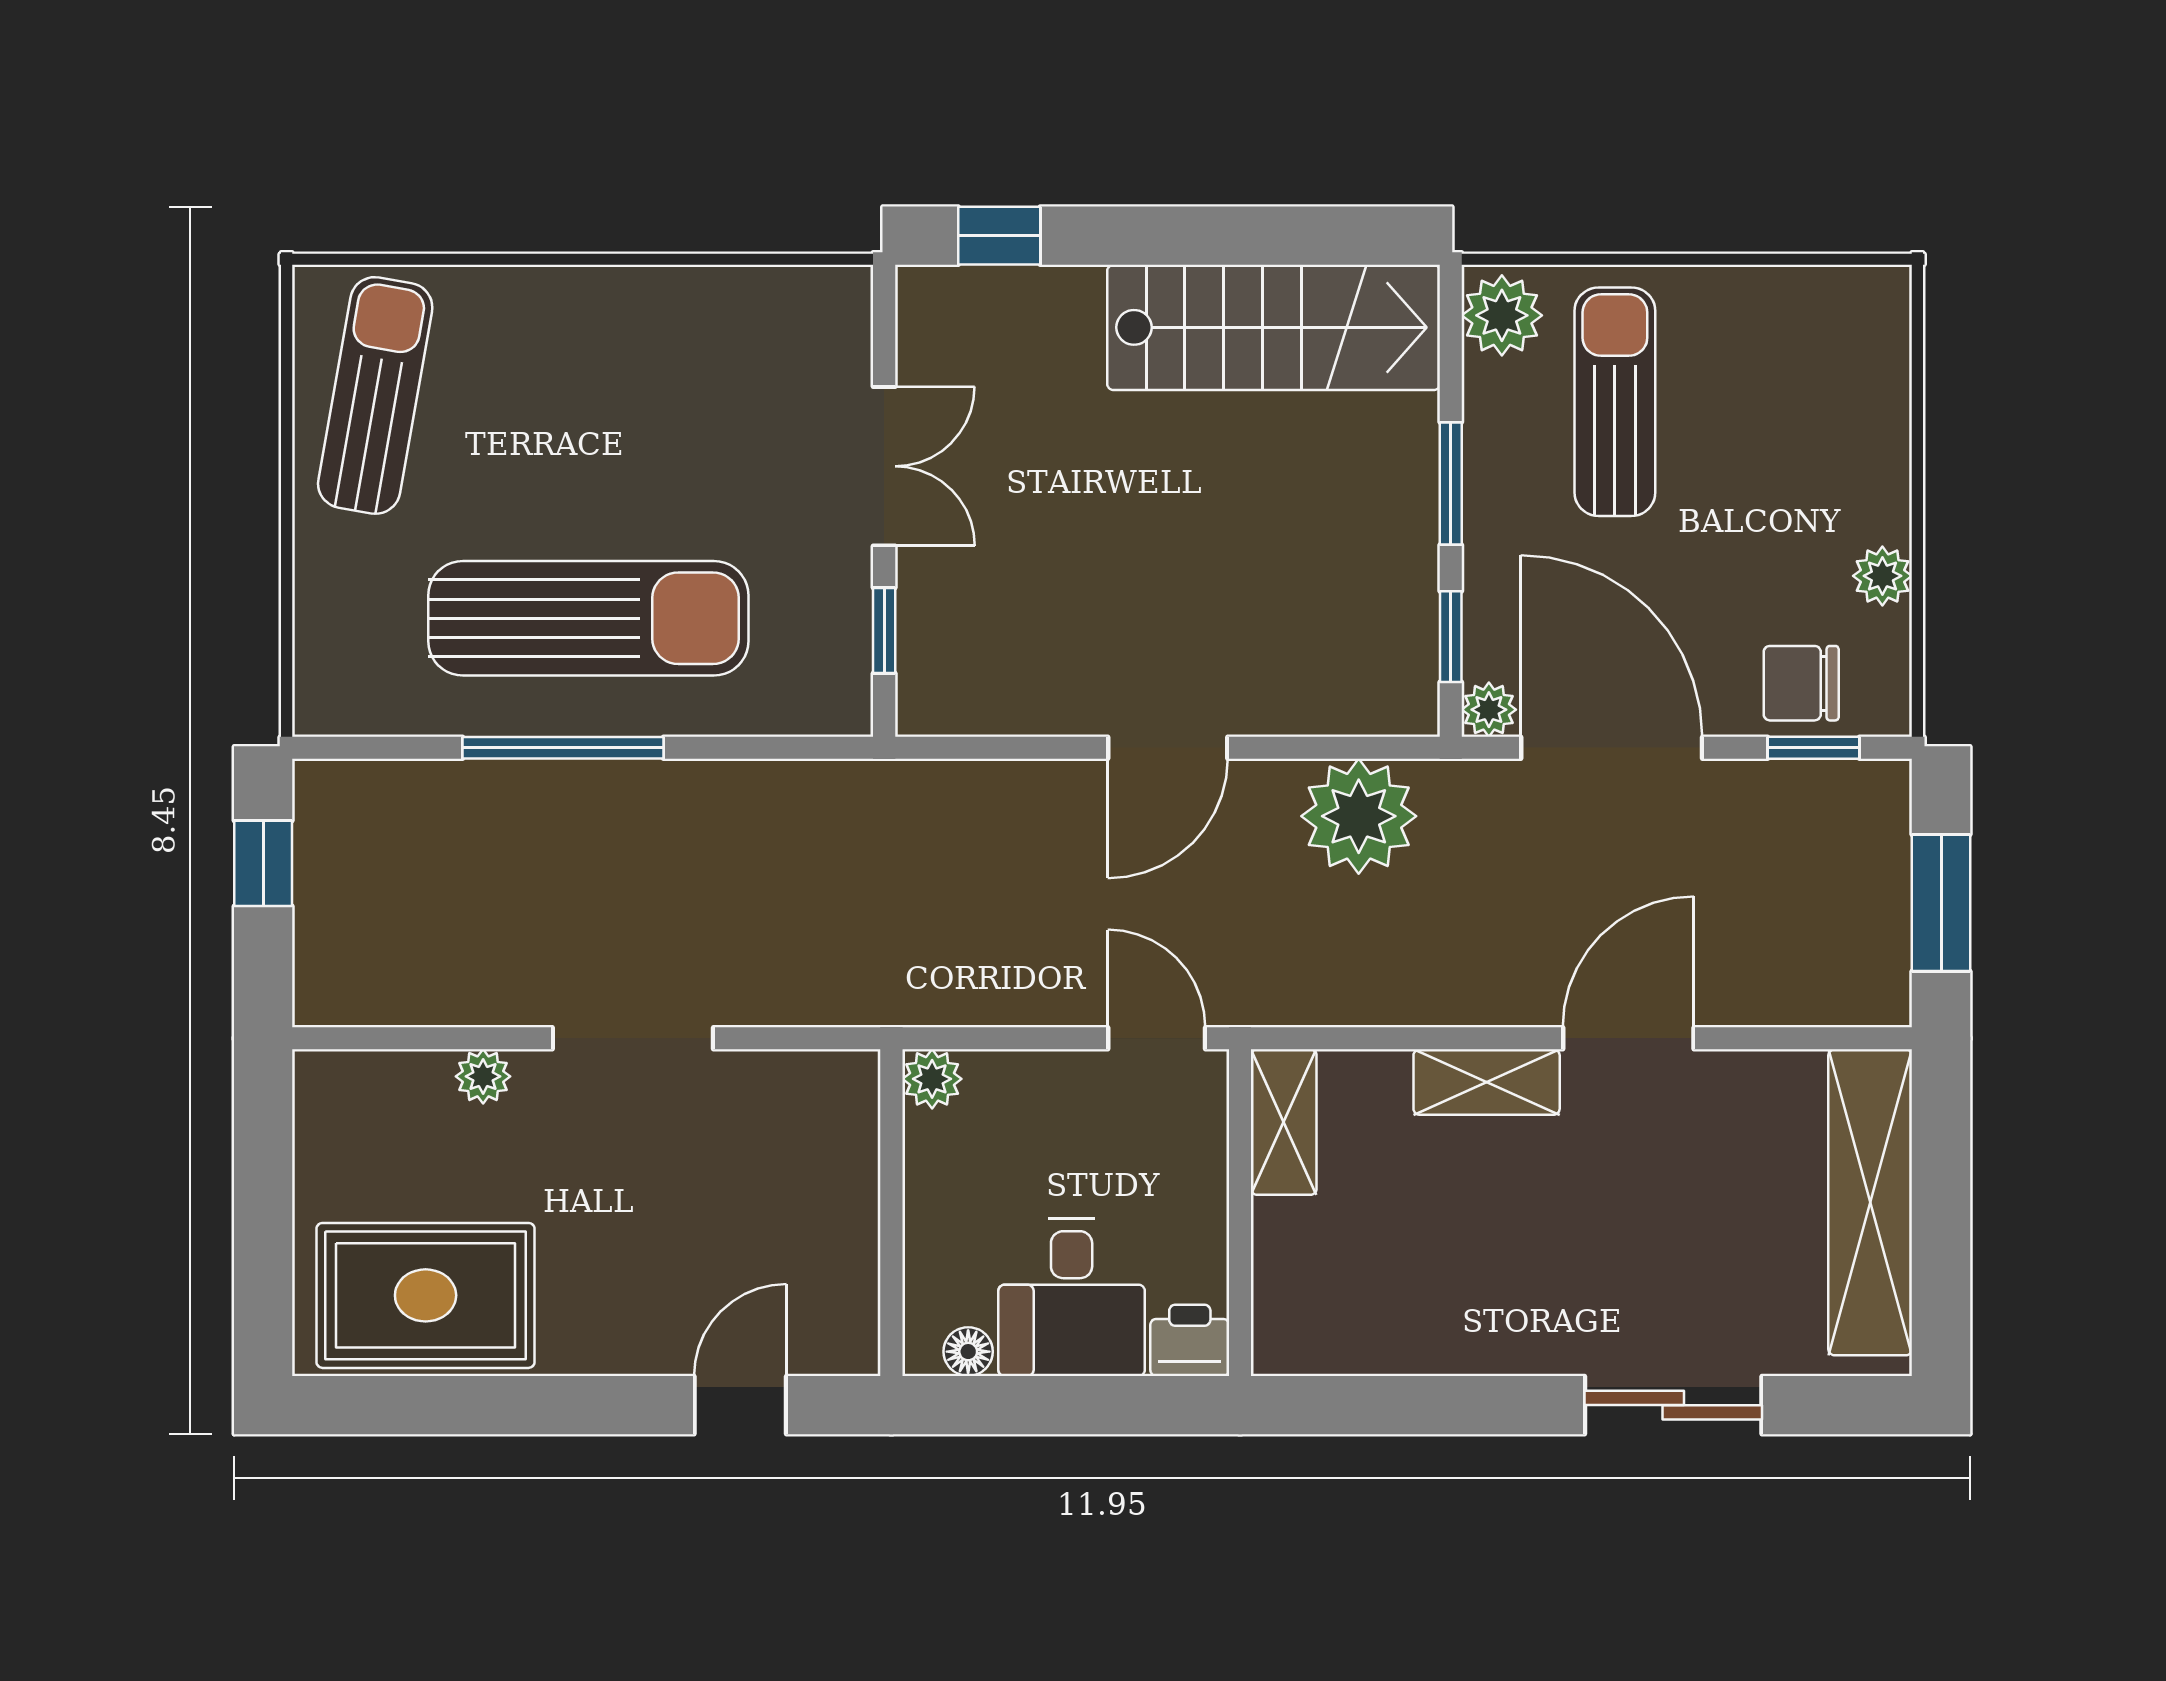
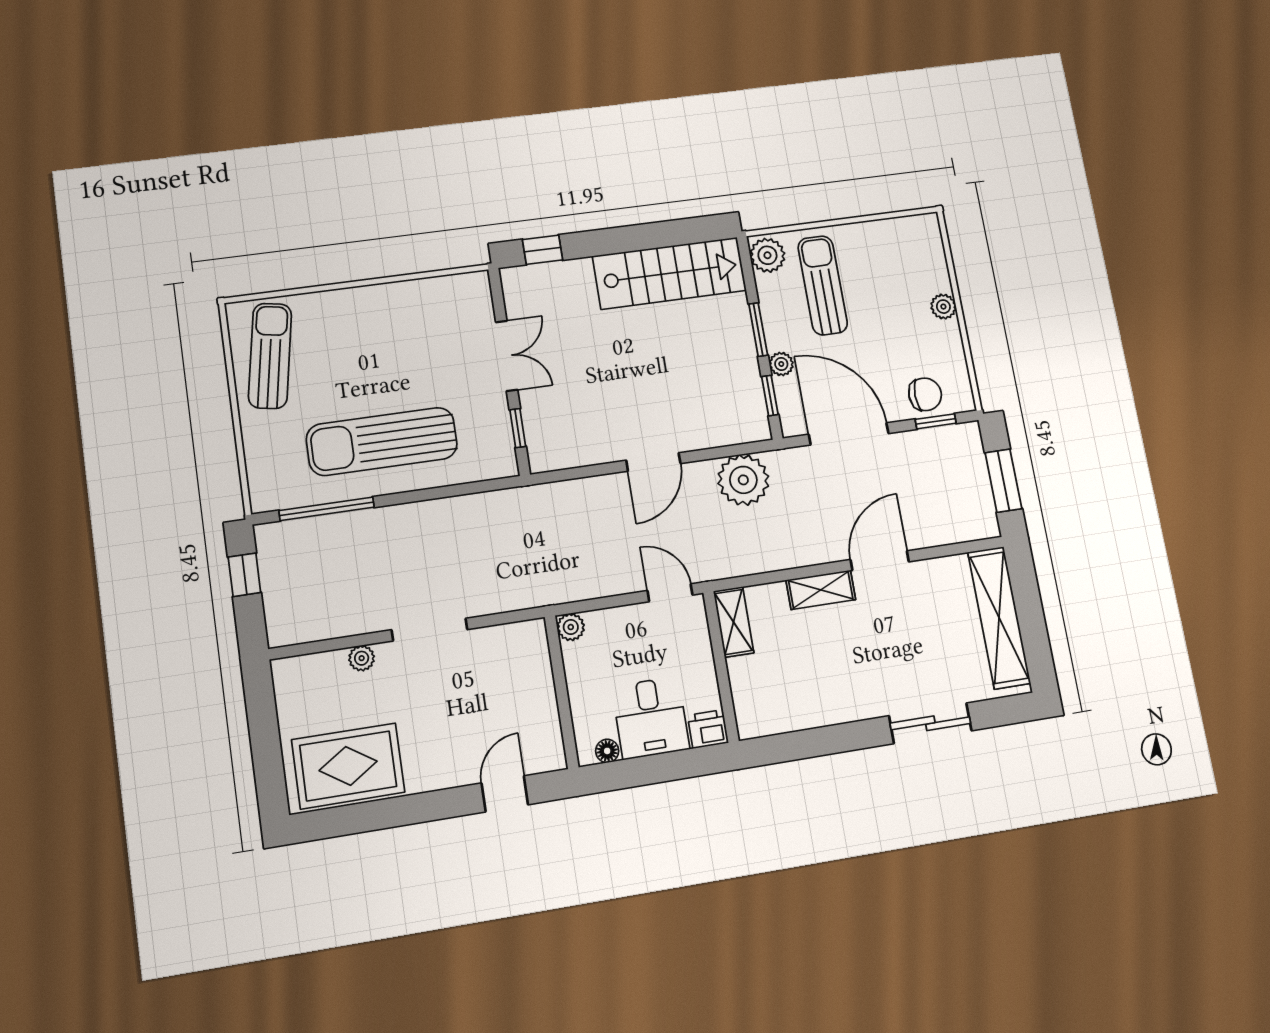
plant: (1882, 576) -> (943, 307), moved
sun lounger: (588, 618) -> (382, 441), turned 180
chair: (1801, 683) -> (925, 394), turned 180
plant: (1489, 710) -> (781, 364), moved
window: (563, 748) -> (327, 509), moved

